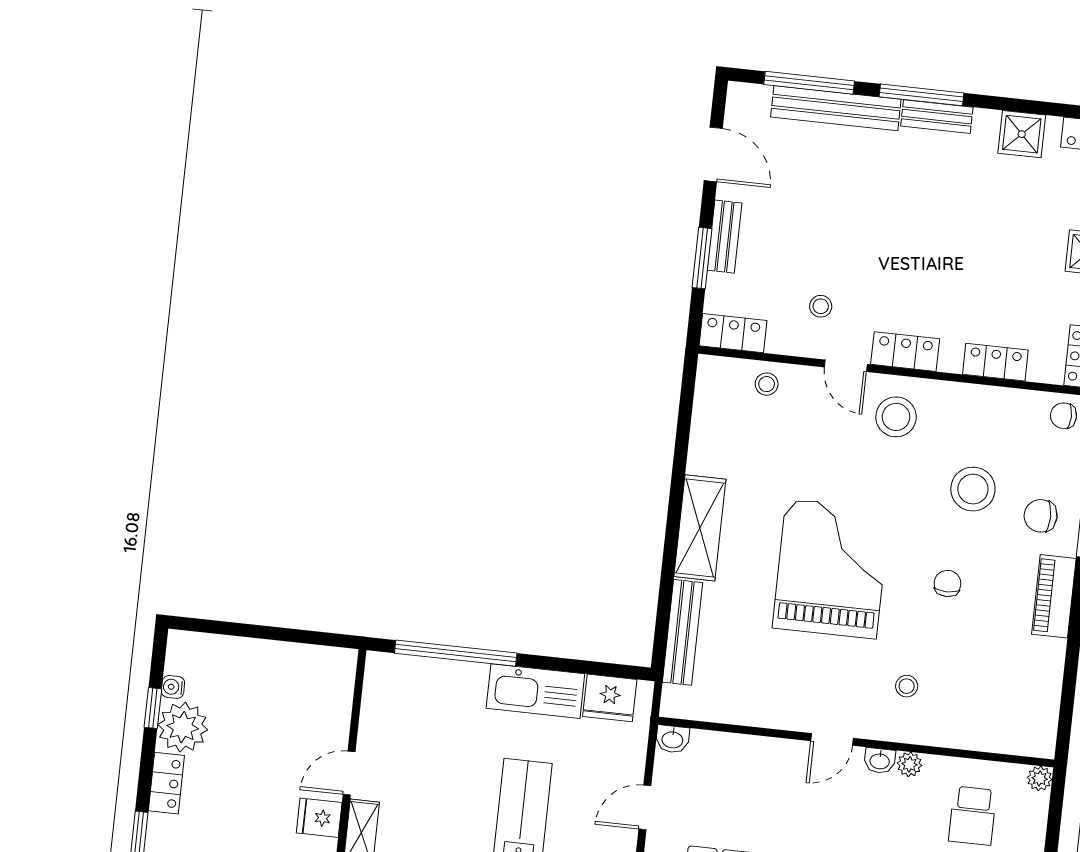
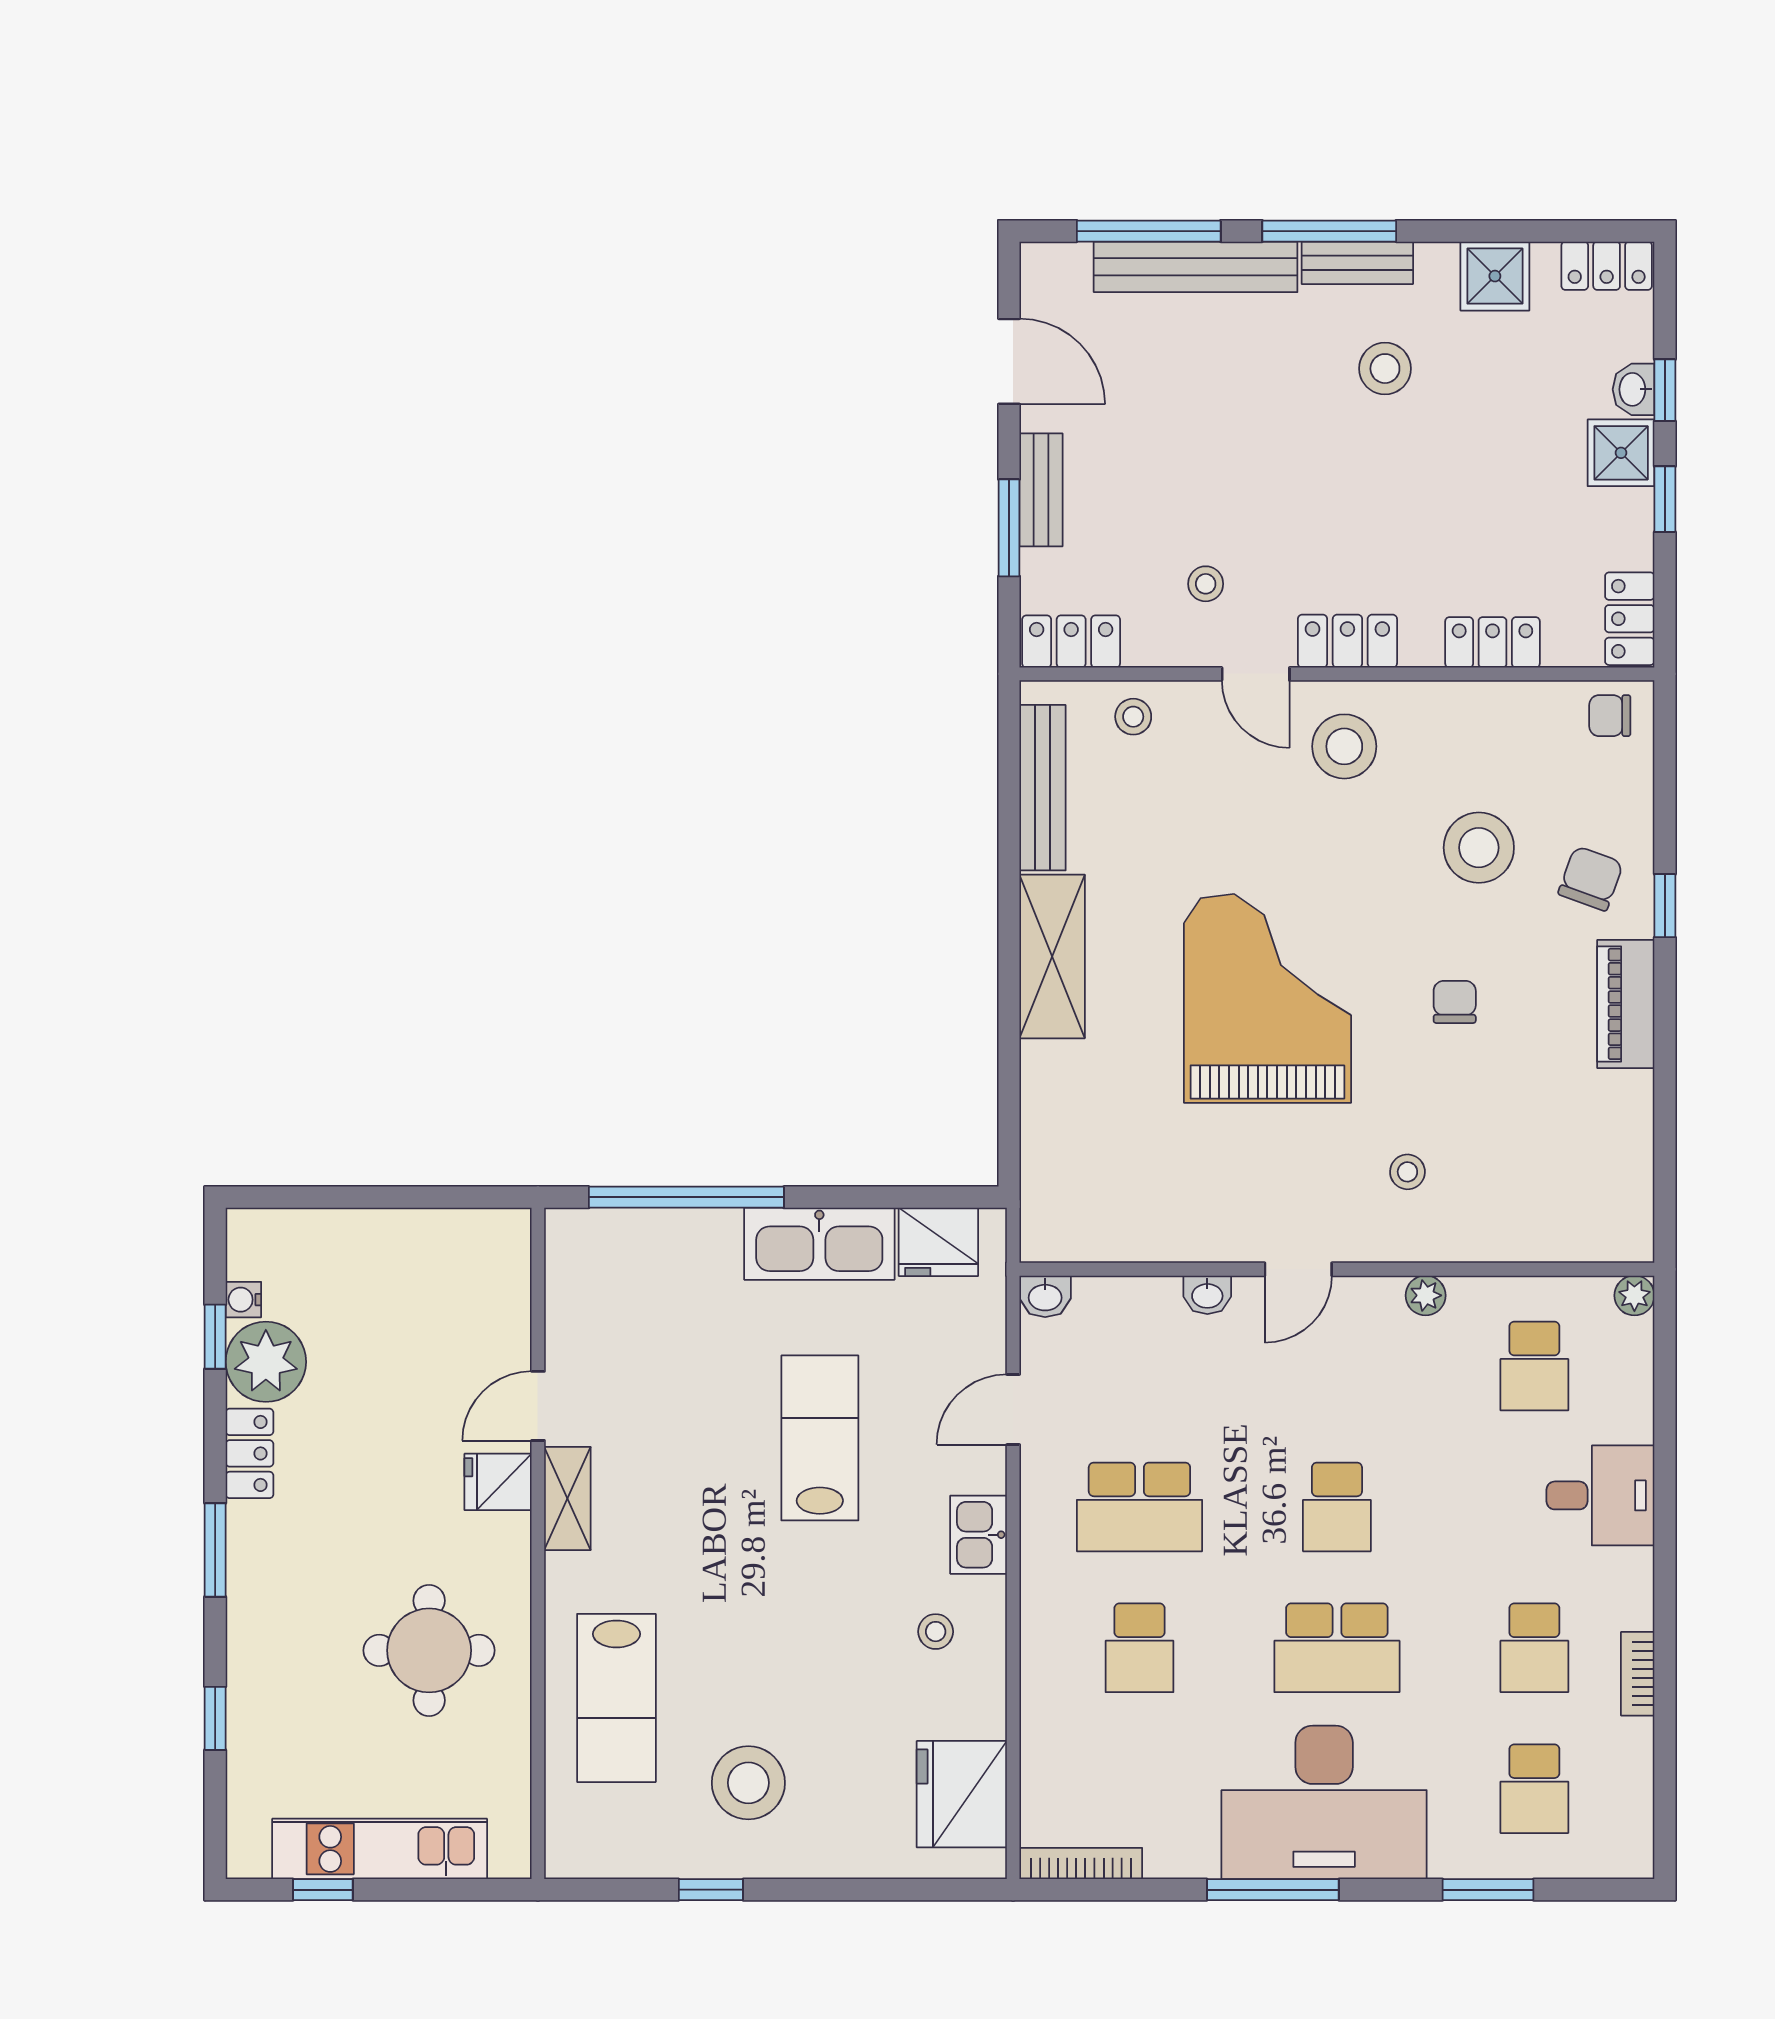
stool: (947, 184) -> (1385, 369), added
chair: (1041, 516) -> (1591, 878), turned 110
bench: (682, 632) -> (1043, 788), moved
washbasin: (880, 761) -> (1207, 1295), moved

